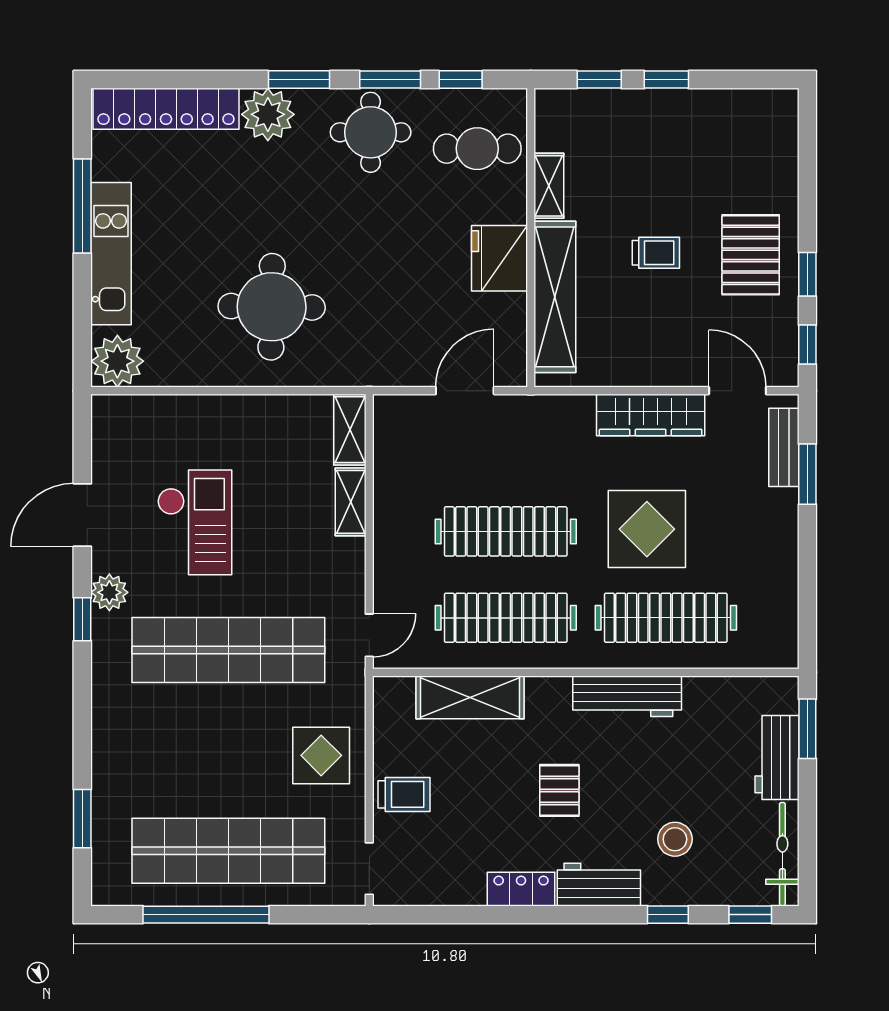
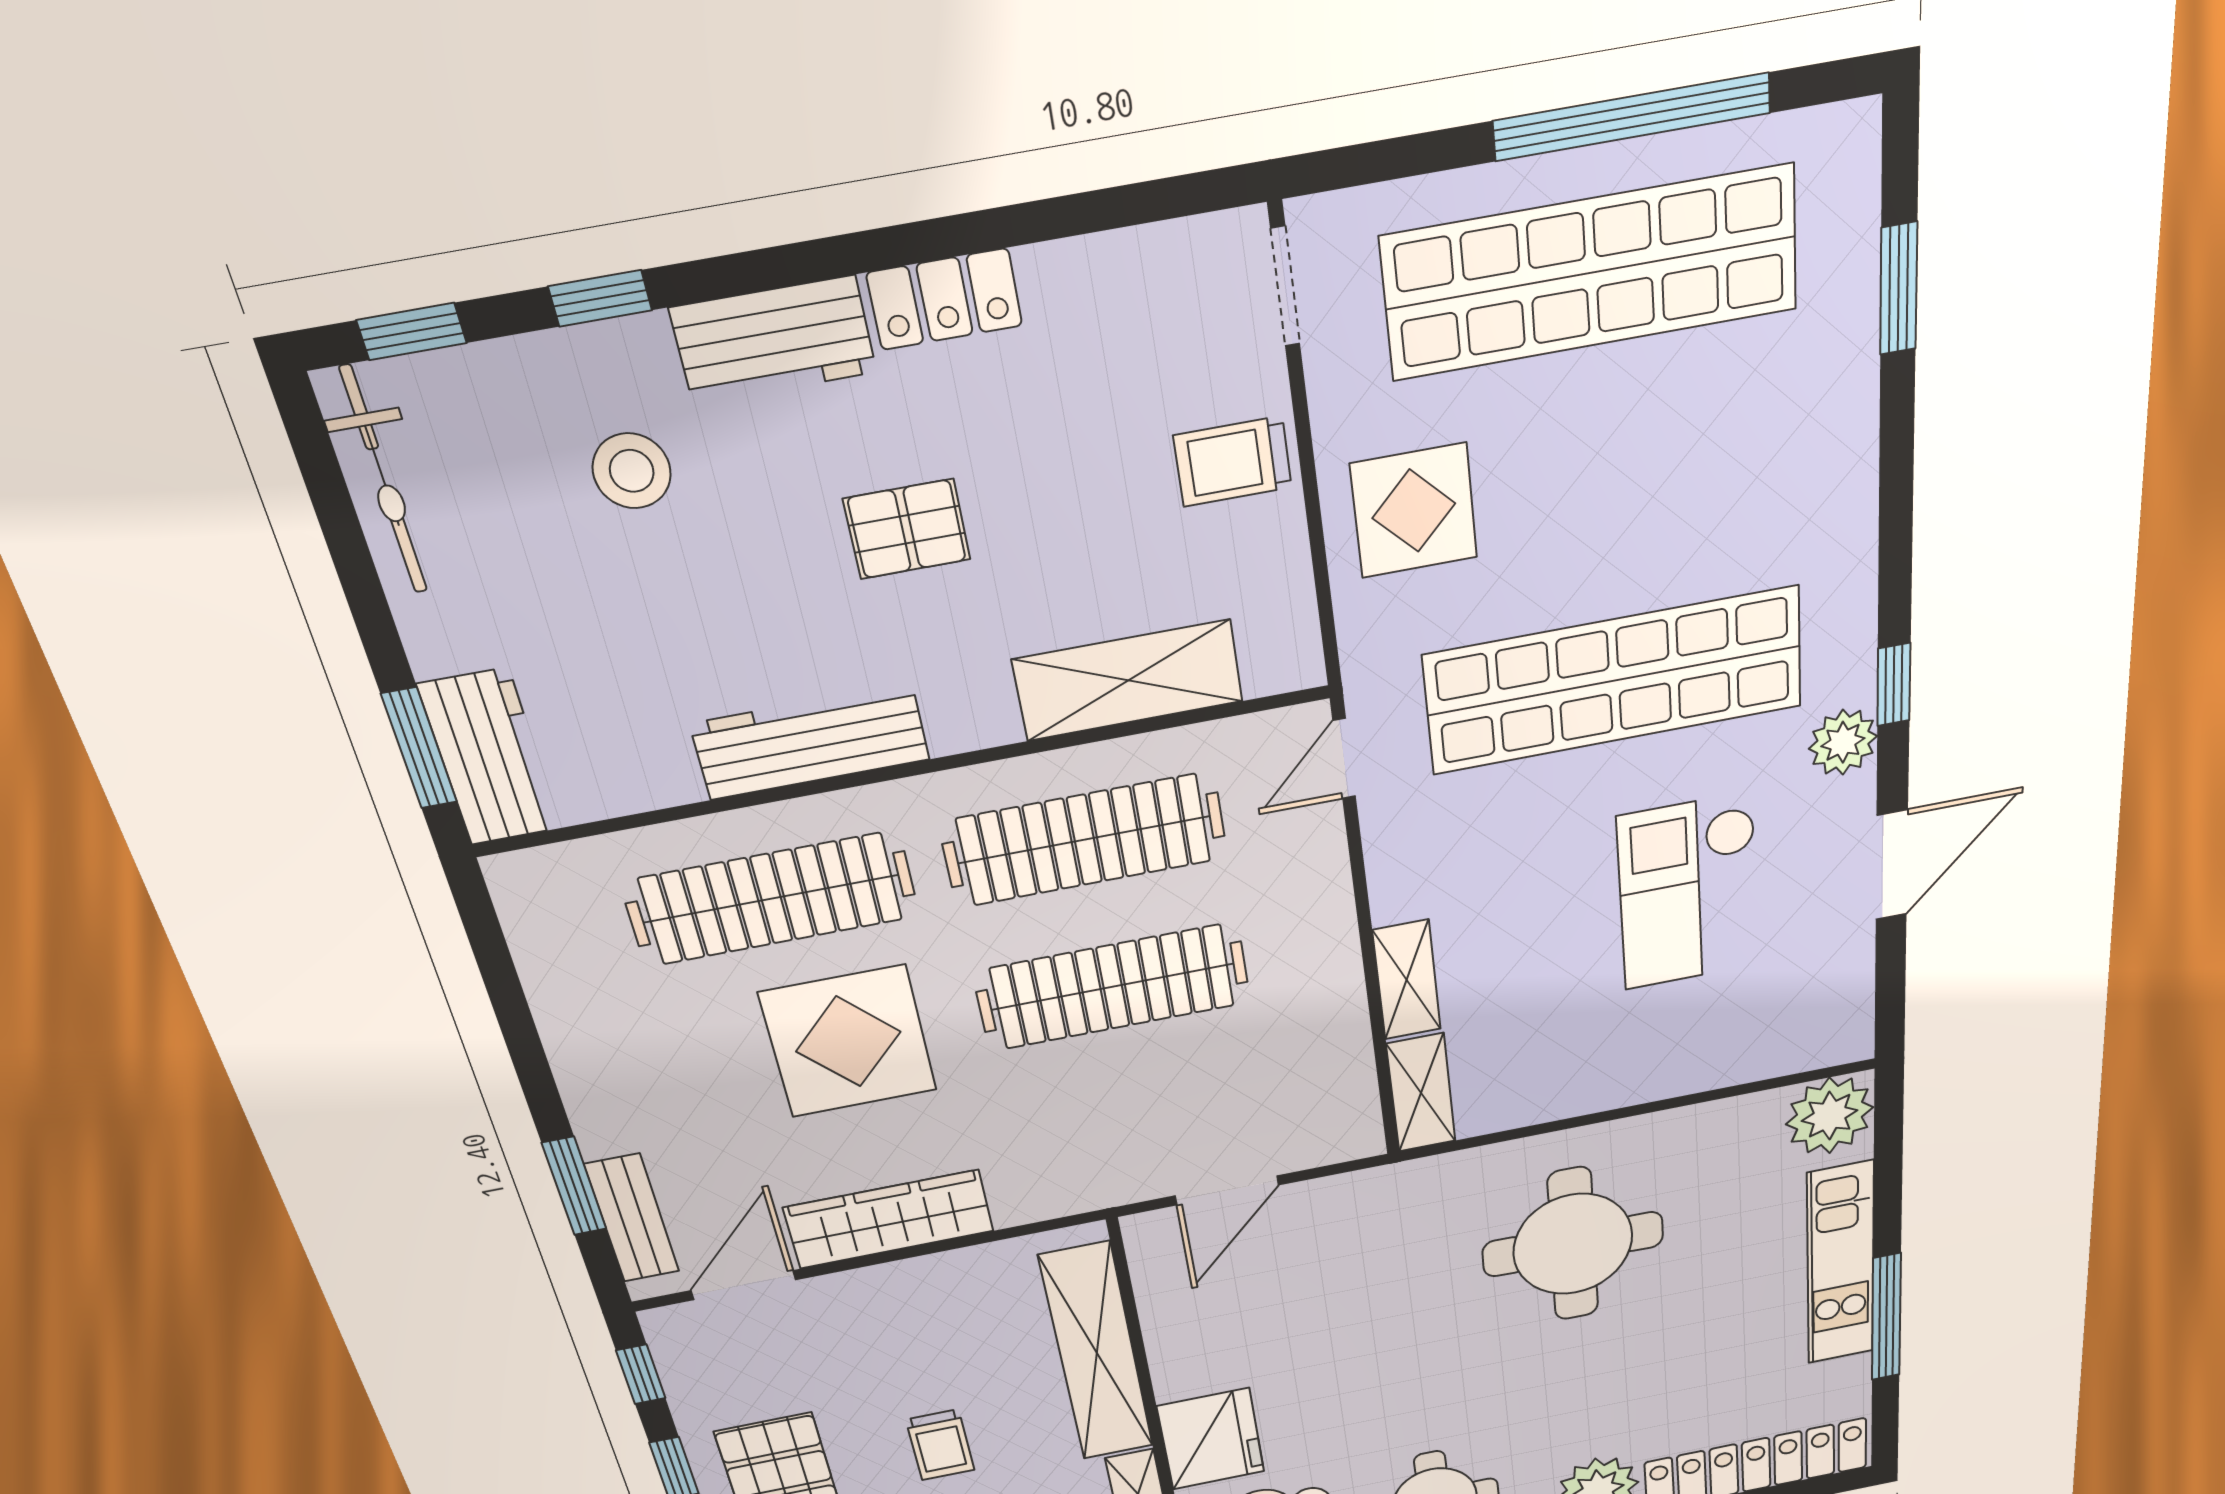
trolley: (656, 253) -> (940, 1445), turned -90
fridge: (499, 258) -> (1211, 1439), moved
door: (737, 391) -> (743, 1285), swing flipped
workbench: (777, 757) -> (490, 757), moved
pallet: (559, 790) -> (907, 529), turned 90

